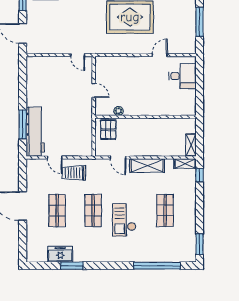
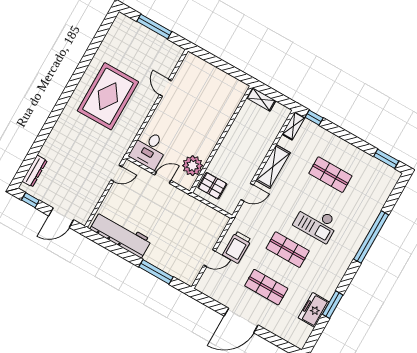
desk: (182, 76) -> (149, 149), moved, turned 180
plant: (119, 111) -> (193, 166), width x1.88, depth x1.88
workbench: (35, 132) -> (121, 235), moved
shelving: (191, 145) -> (261, 99), moved
window: (157, 266) -> (371, 237), moved

